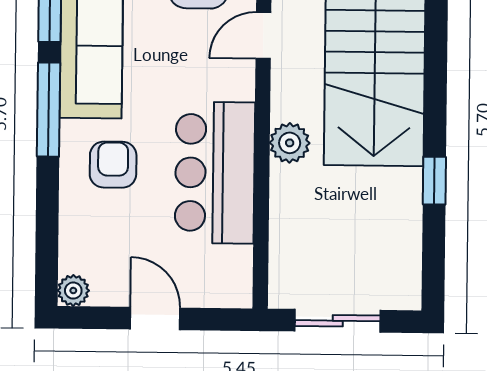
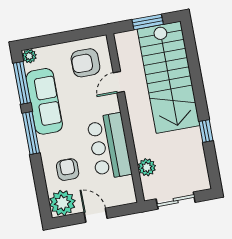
plant: (290, 143) -> (147, 167), moved
armchair: (113, 165) -> (68, 170), moved
plant: (73, 291) -> (62, 203), width x1.88, depth x1.88

